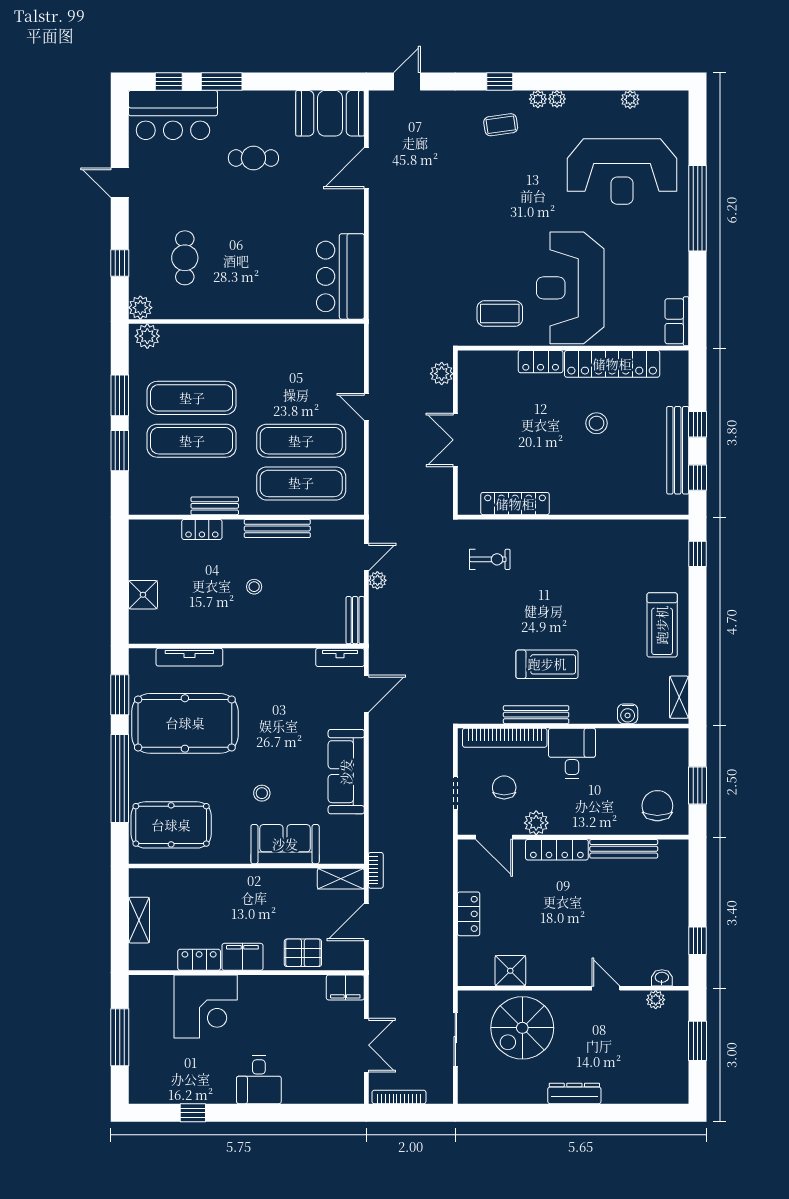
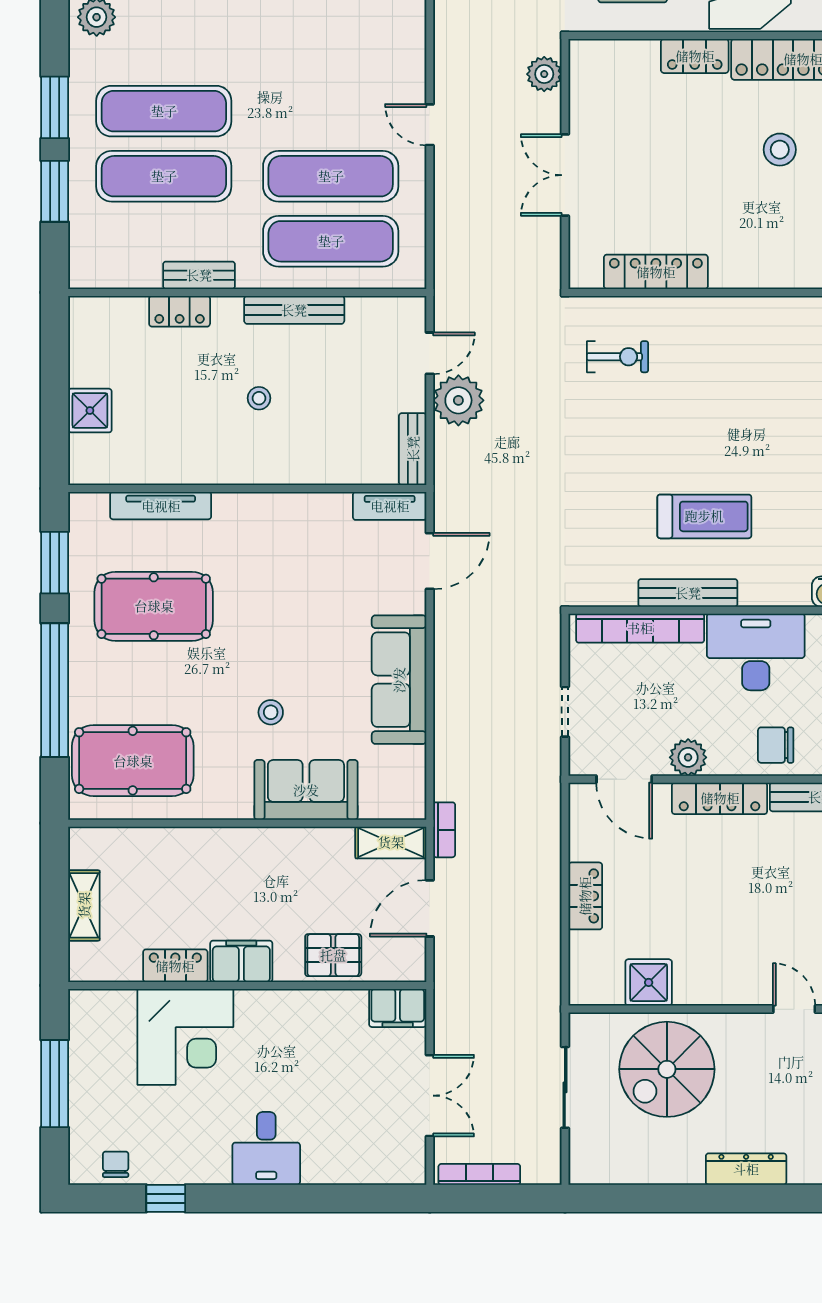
plant: (377, 580) -> (458, 400), width x1.87, depth x1.87
pool table: (185, 723) -> (154, 606), width x0.73, depth x0.76
desk: (572, 753) -> (756, 652), width x1.37
chair: (504, 787) -> (776, 745), moved, turned -90
chair: (160, 1090) -> (116, 1164), added

